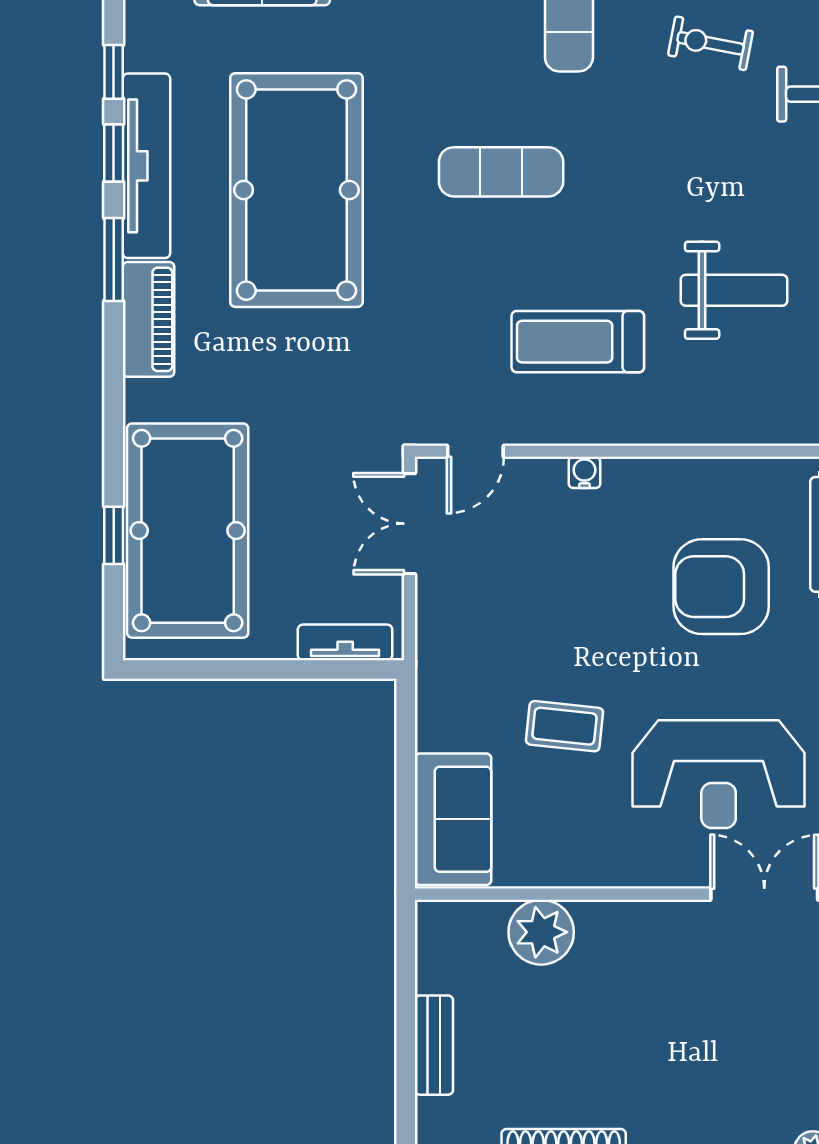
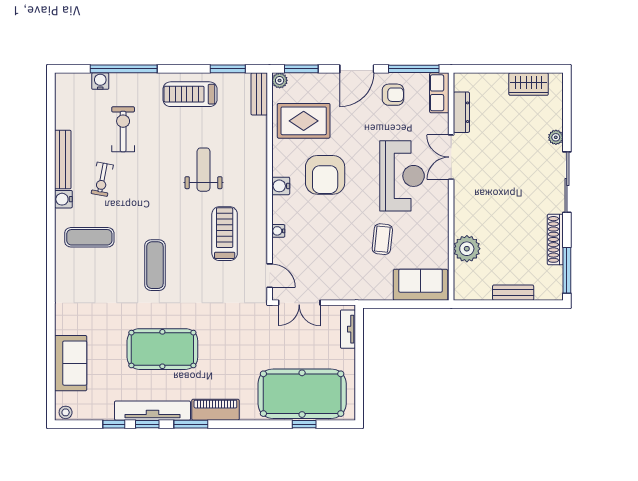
pool table: (296, 190) -> (162, 349), width x0.73, depth x0.76
treadmill: (578, 342) -> (225, 234), turned 180
water cooler: (694, 478) -> (281, 186), added

